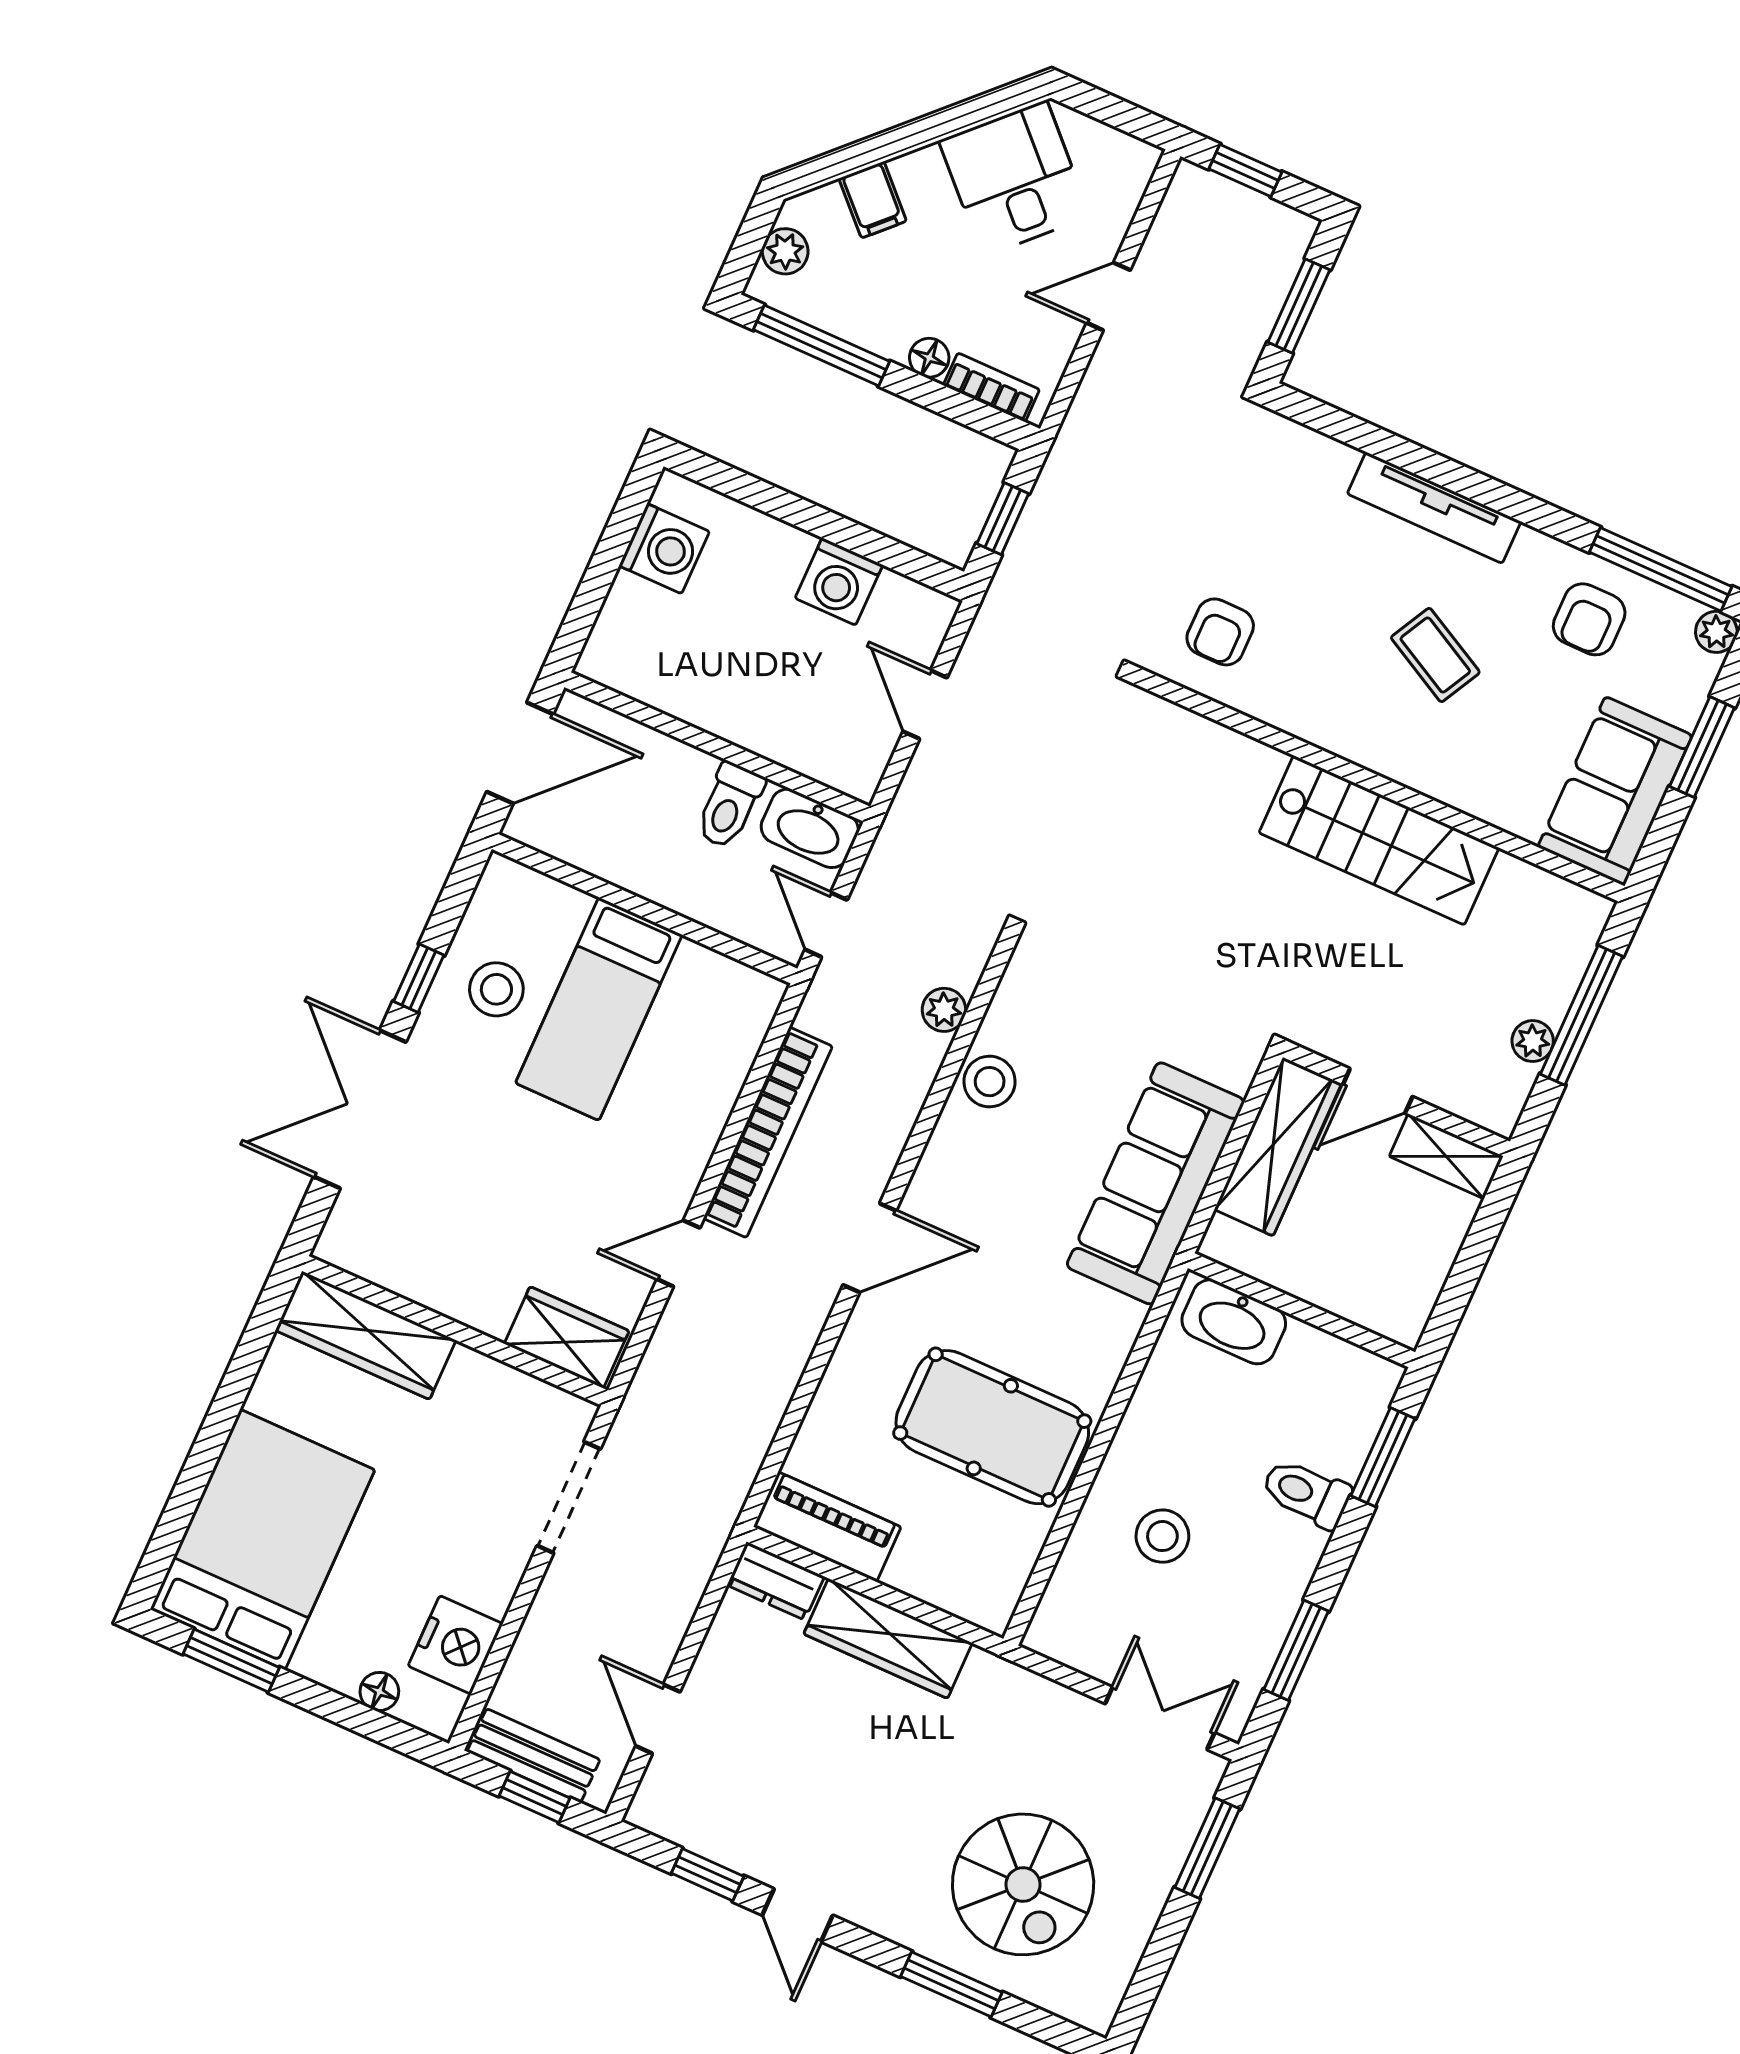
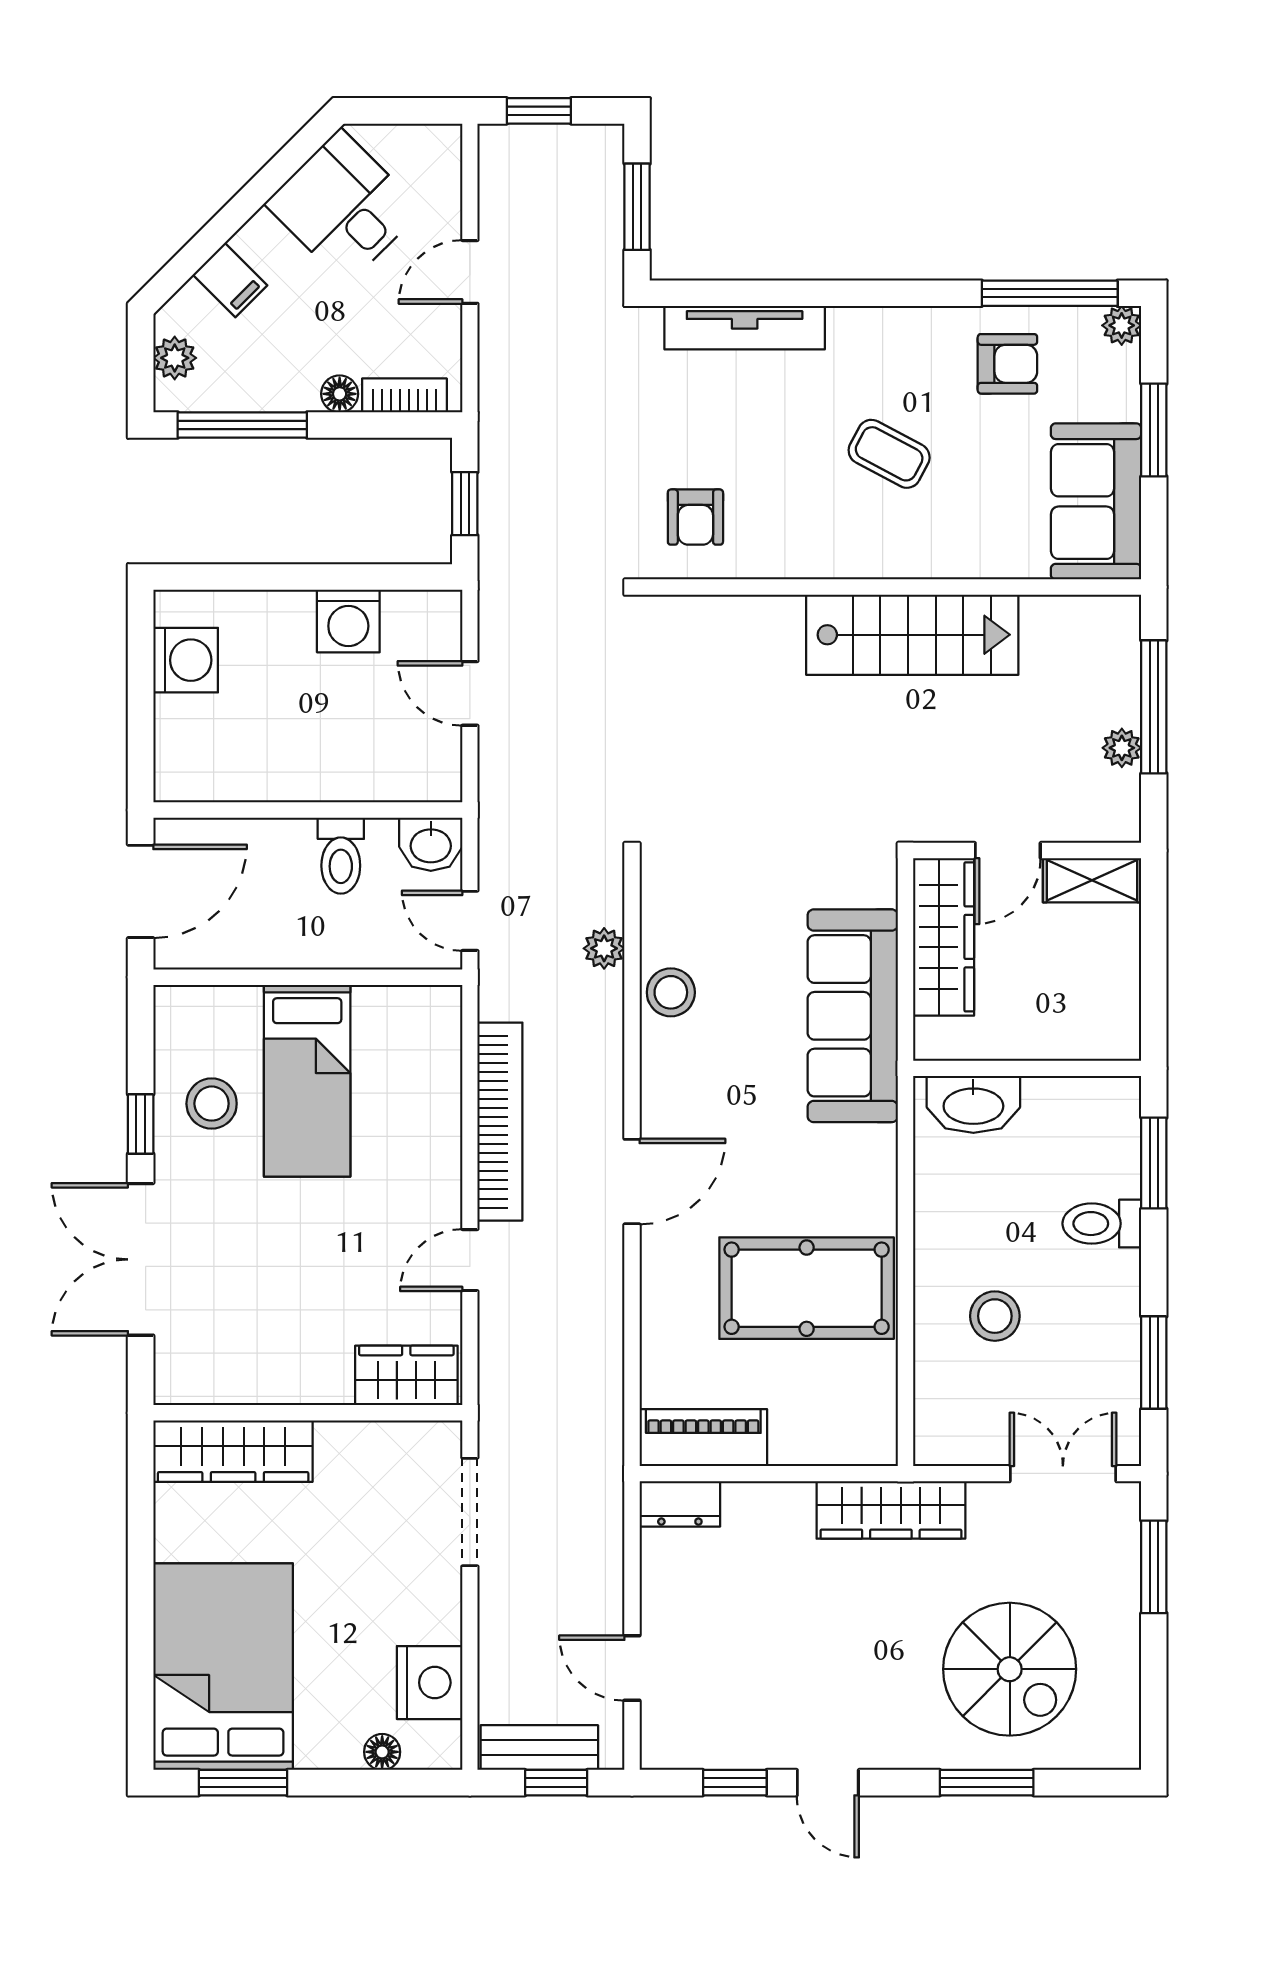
tv unit: (1434, 508) -> (745, 328), moved
armchair: (1589, 619) -> (1007, 364), turned -90
washbasin: (810, 828) -> (431, 844), width x0.72
wardrobe: (888, 1638) -> (891, 1510), moved

